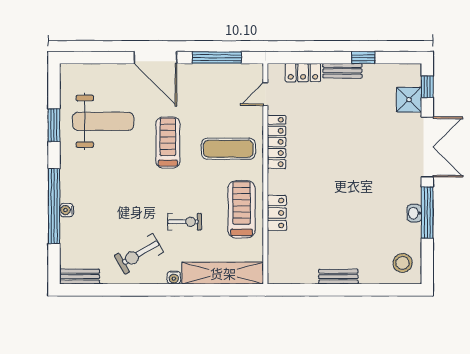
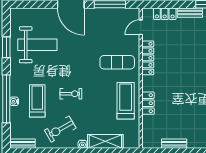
treadmill: (168, 143) -> (37, 101), moved
exercise bike: (185, 222) -> (71, 94), moved
shelving: (223, 273) -> (105, 141), width x0.68
bench: (338, 277) -> (174, 144), moved

